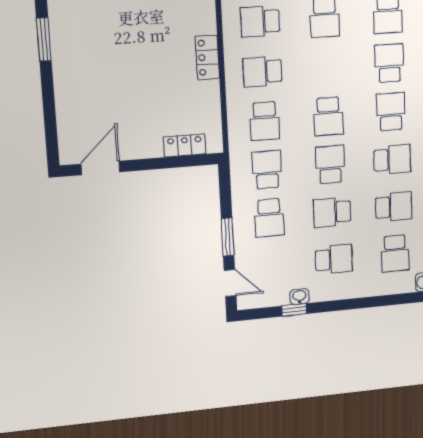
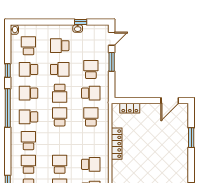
window: (44, 39) -> (191, 138), moved
locker: (207, 57) -> (117, 144), width x1.53
school desk: (389, 63) -> (28, 141), turned 180
school desk: (262, 72) -> (91, 141), removed
school desk: (391, 112) -> (28, 117), turned 90
school desk: (267, 170) -> (91, 93), turned -90
door: (230, 283) -> (112, 39), swing flipped

